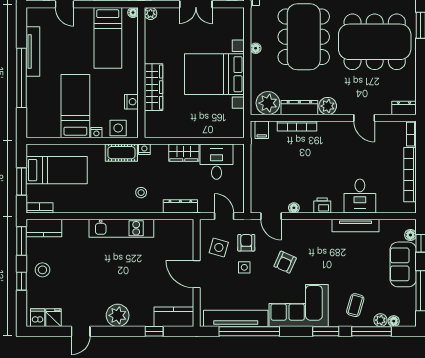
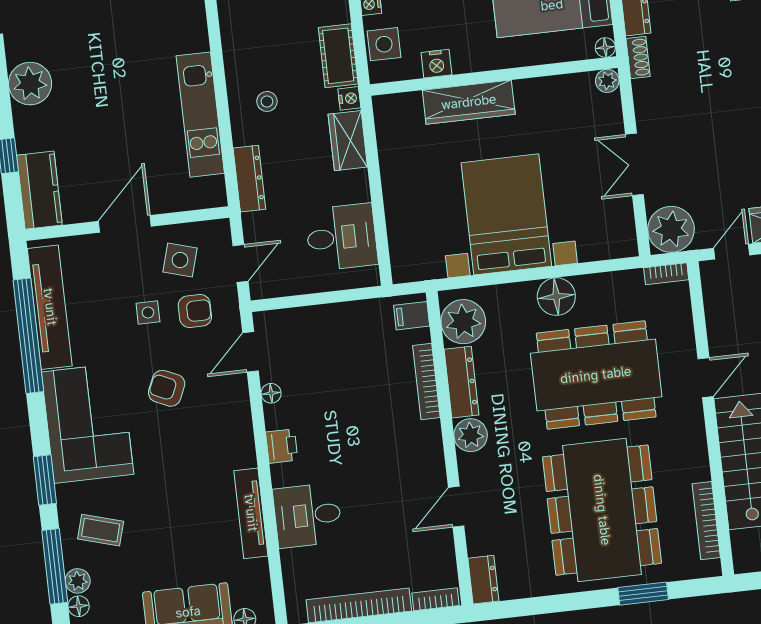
floor lamp: (256, 48) -> (556, 297), width x1.89, depth x1.89
wardrobe: (184, 153) -> (348, 141), moved
kitchen unit: (121, 228) -> (200, 115), moved

